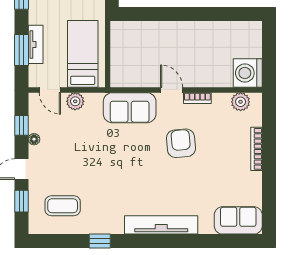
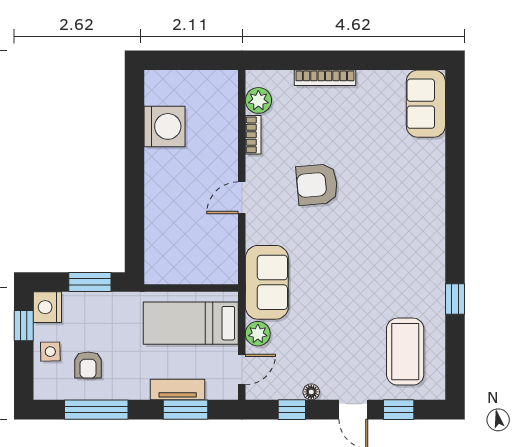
washing machine: (248, 73) -> (165, 126), moved, turned -90
bookcase: (197, 98) -> (253, 135), moved
sofa: (130, 108) -> (267, 282), moved
coffee table: (63, 206) -> (405, 352), width x1.36, depth x1.32
tv unit: (161, 225) -> (432, 212), removed

